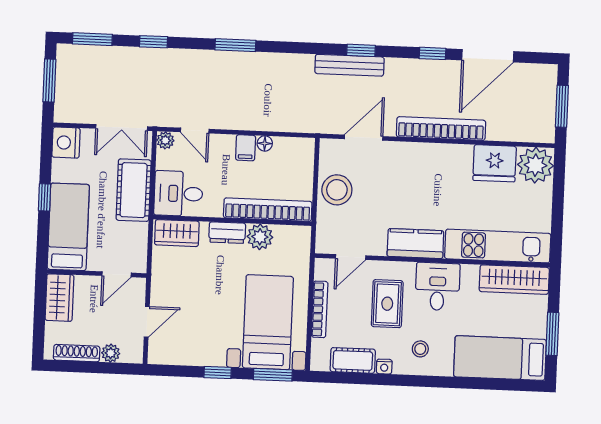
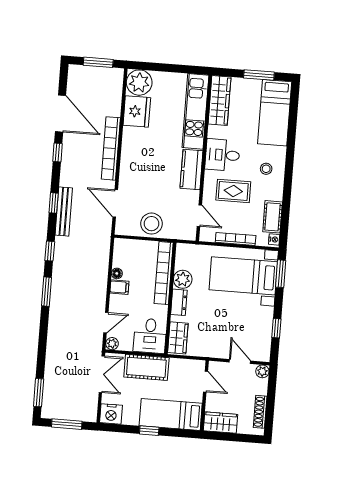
window: (154, 42) -> (50, 251), moved
plant: (111, 353) -> (262, 371), moved
nightstand: (384, 367) -> (274, 239), moved
window: (218, 372) -> (276, 328), moved

